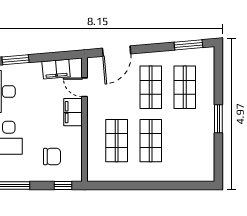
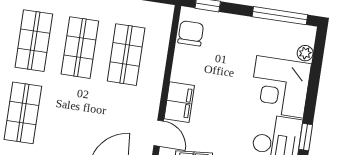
shop shelf: (151, 87) -> (34, 41), moved
chair: (52, 157) -> (191, 33), moved, turned 90

